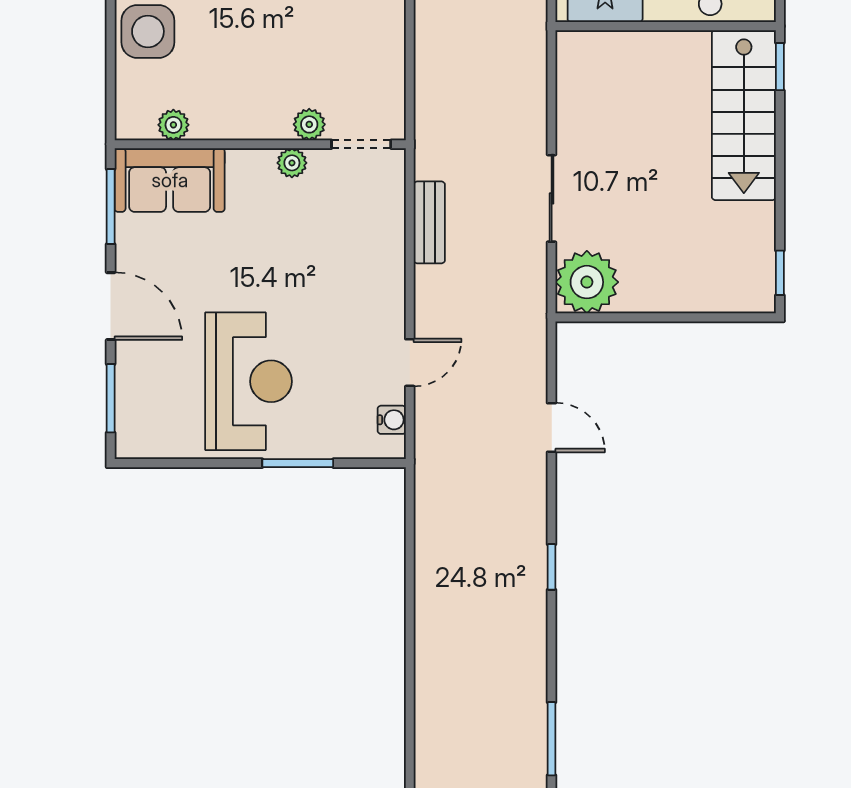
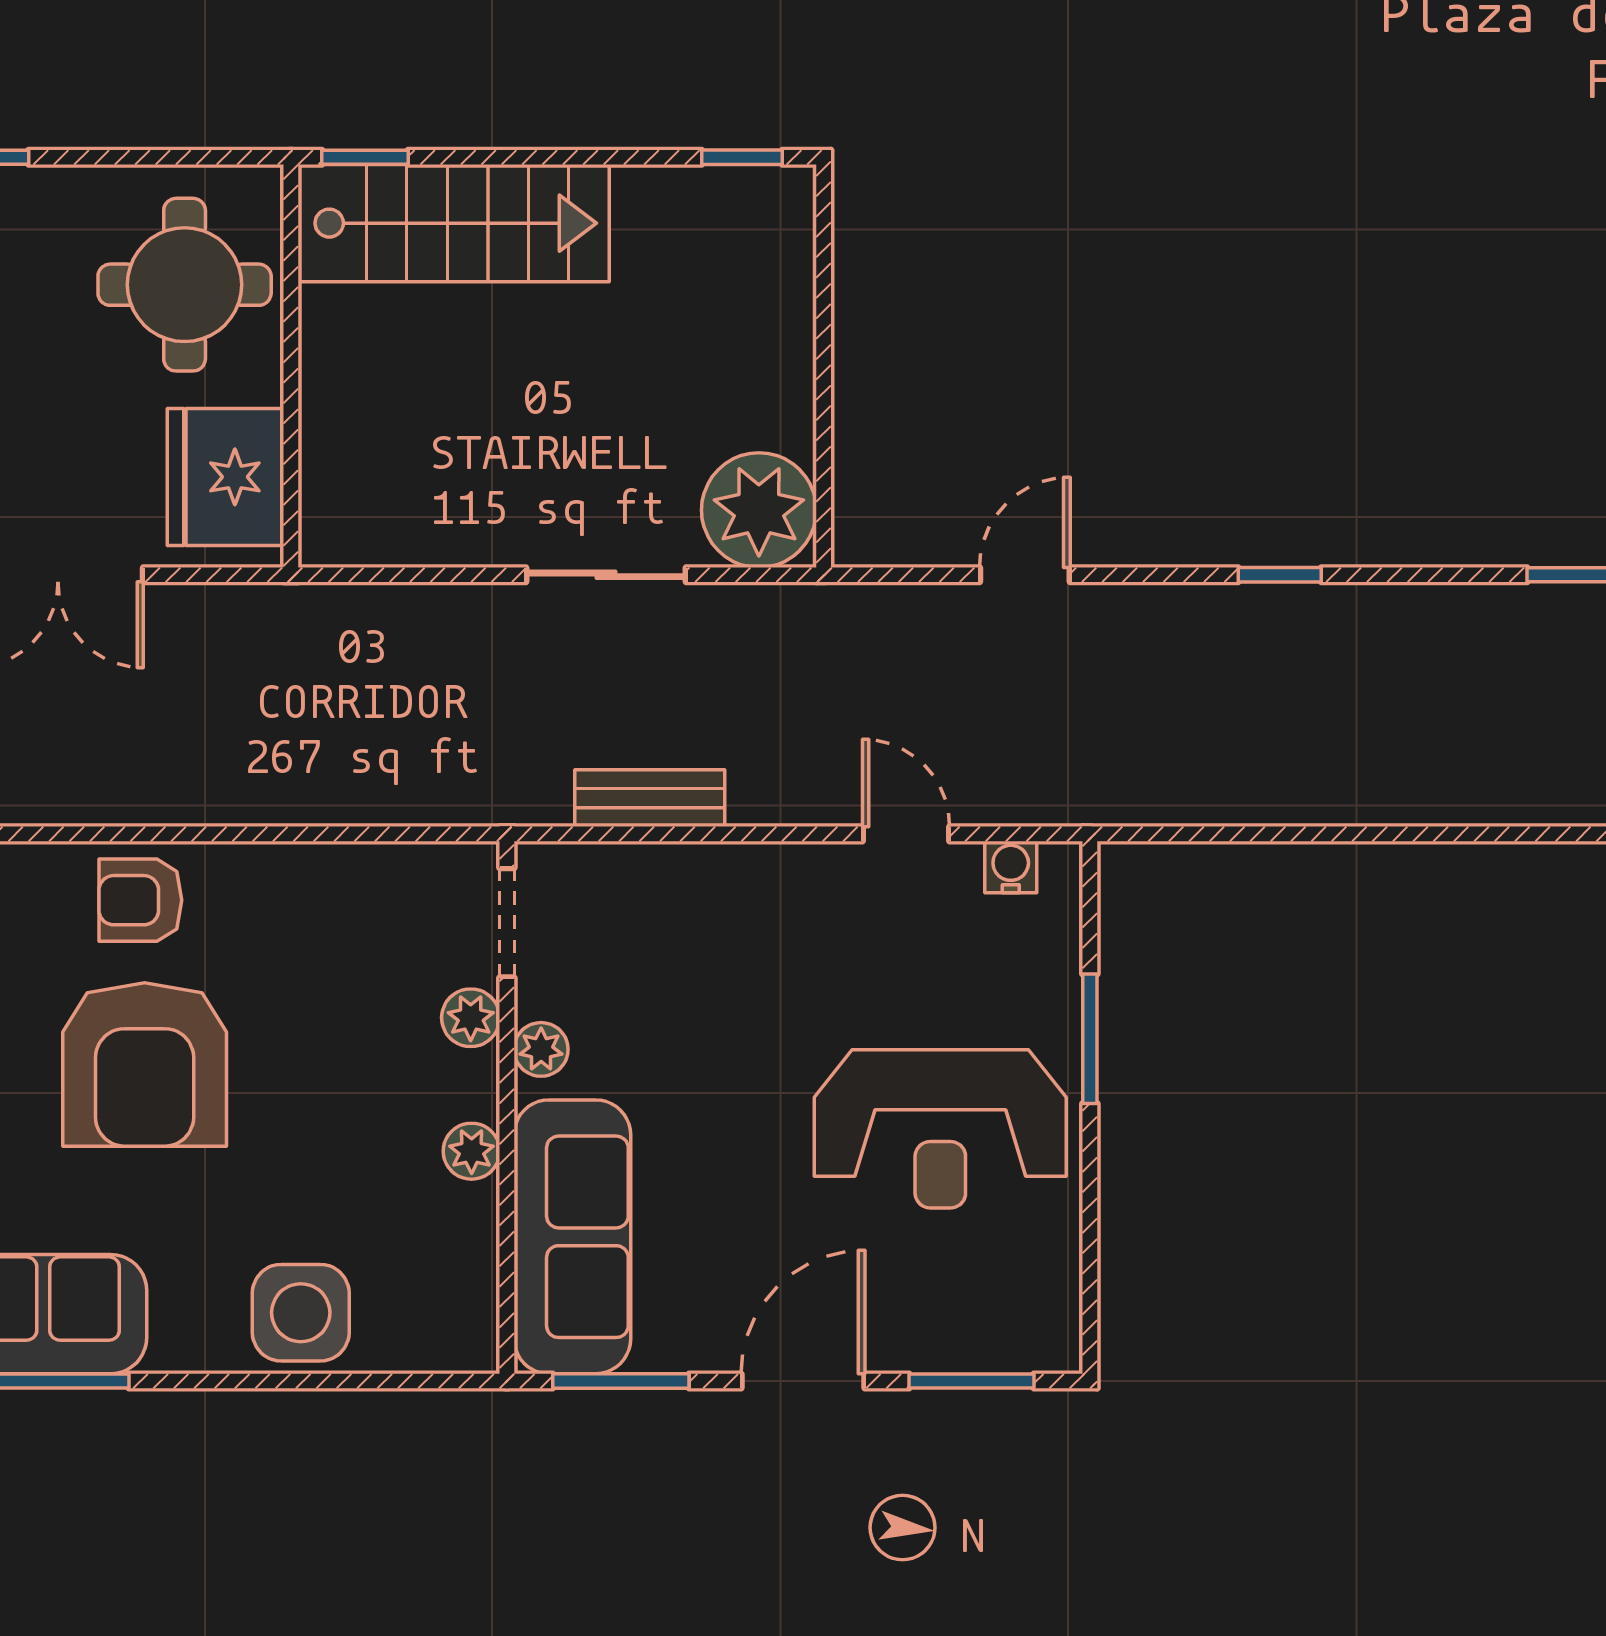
plant: (173, 125) -> (472, 1151), moved
sofa: (170, 180) -> (572, 1237), width x1.36
reception desk: (248, 381) -> (940, 1129), turned 180

